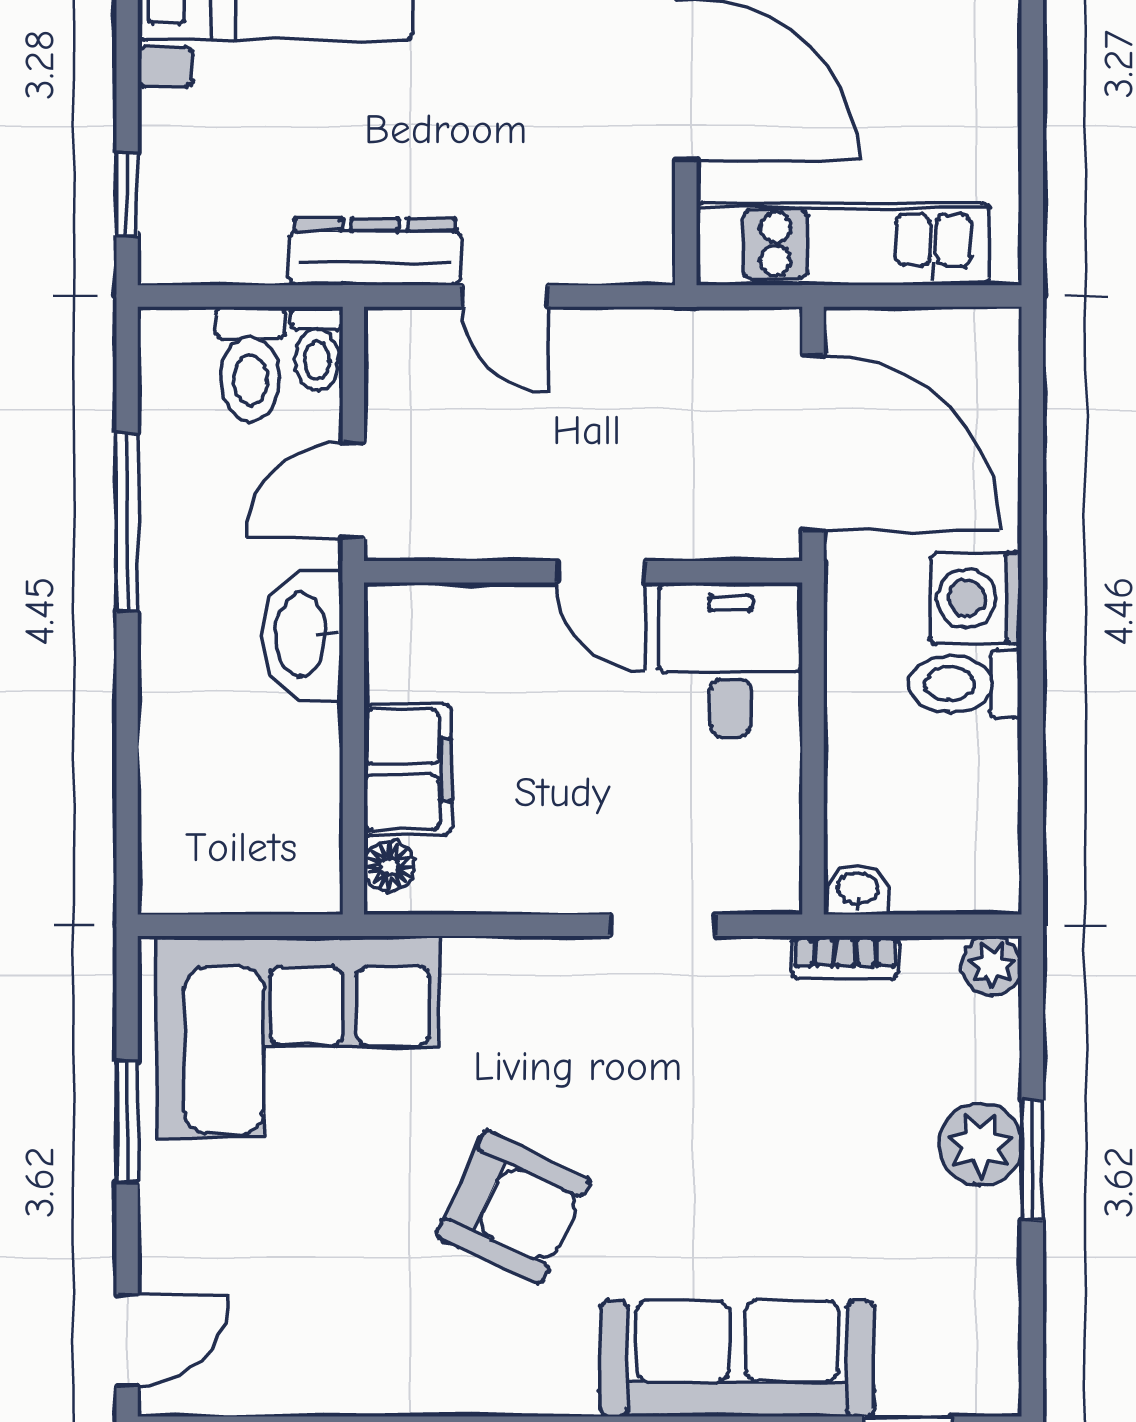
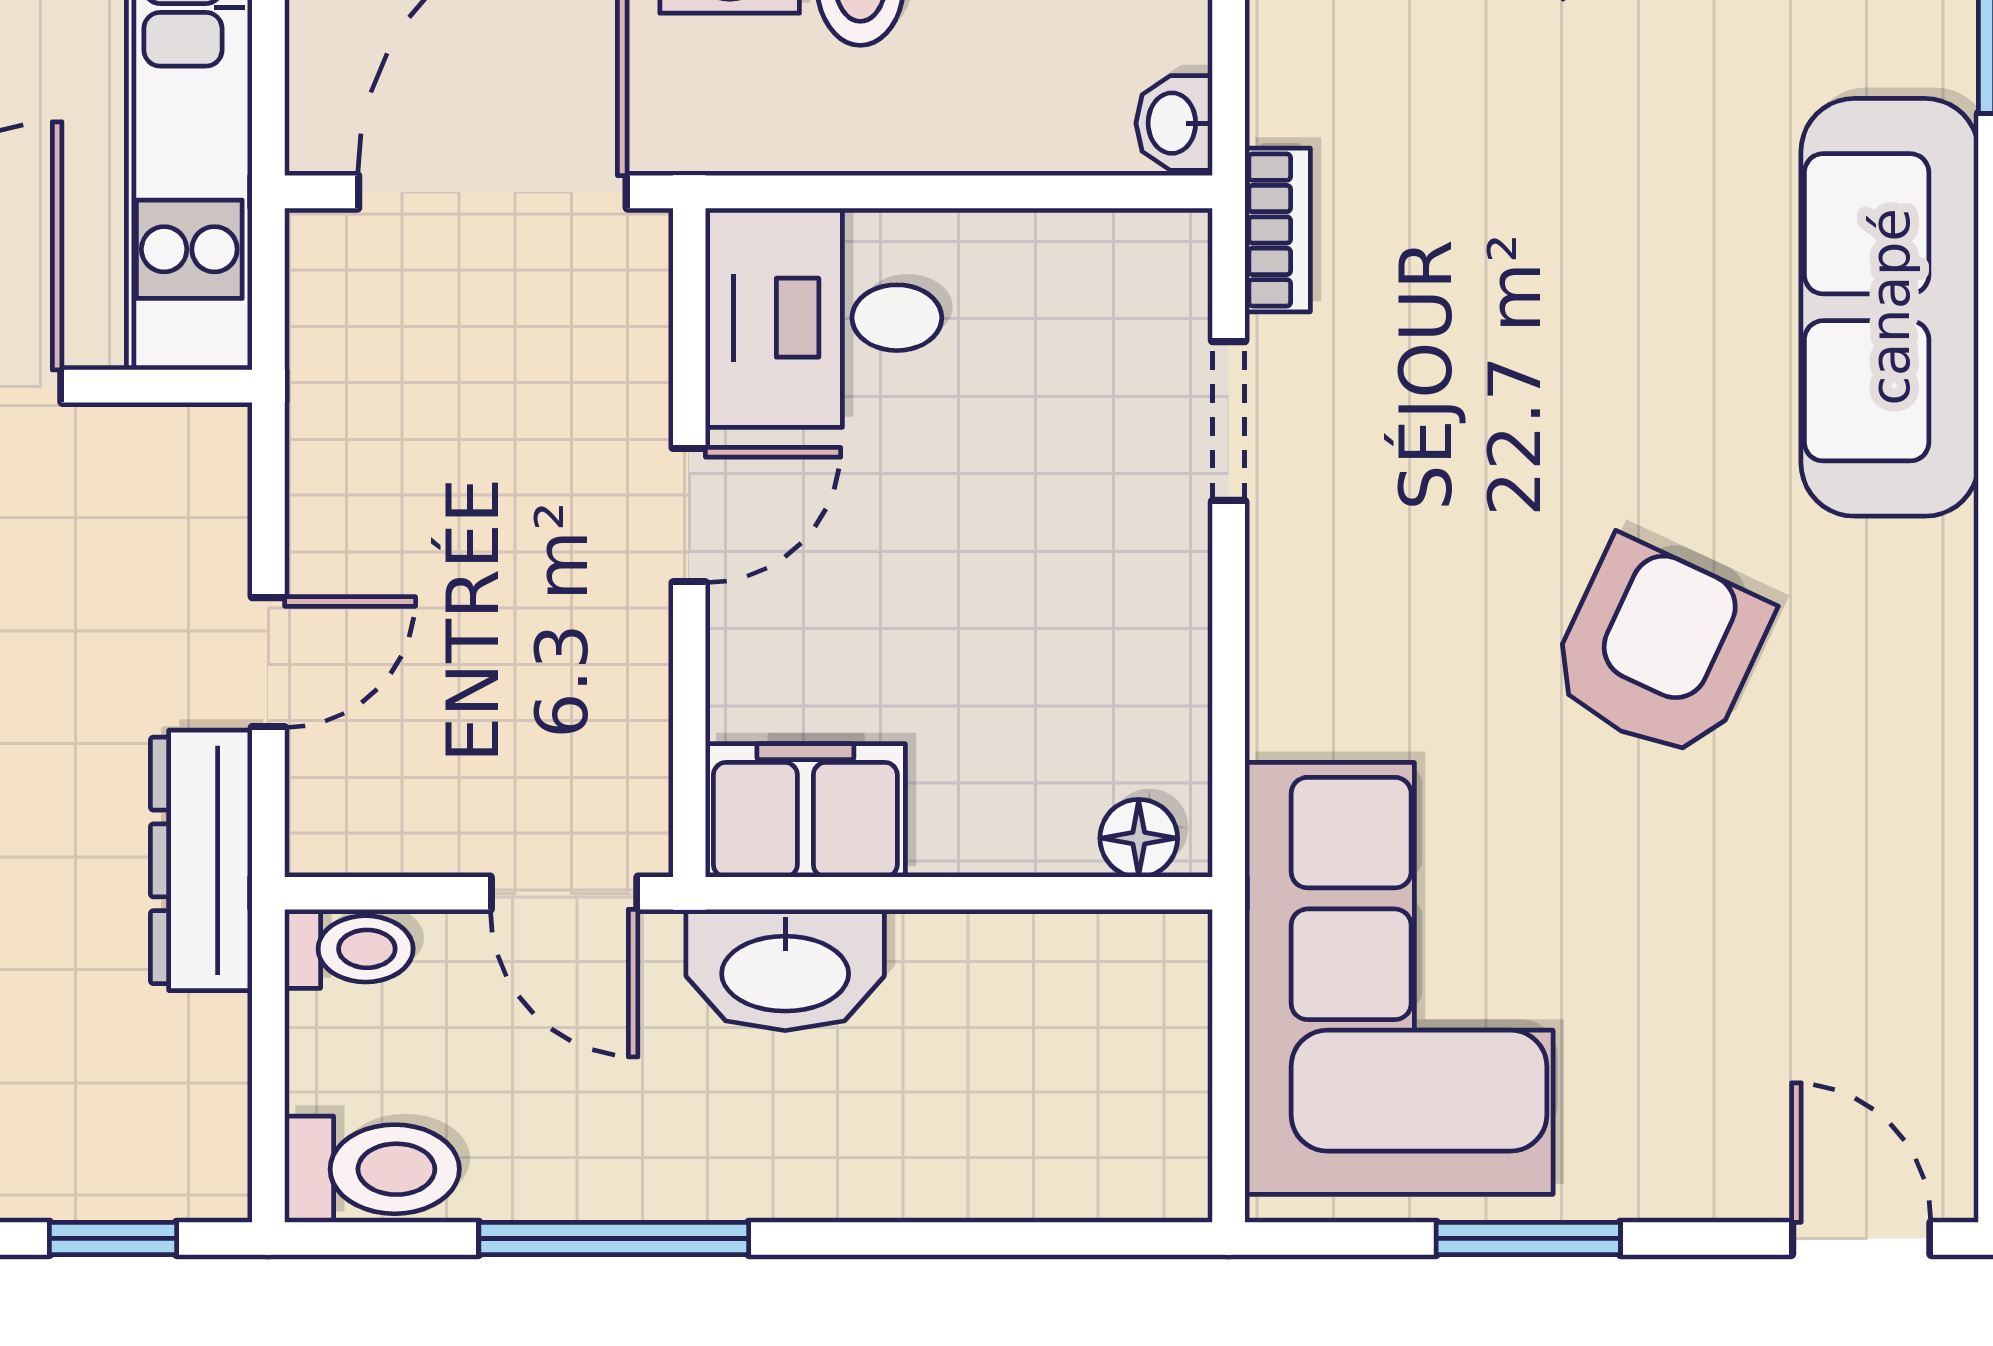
toilet: (251, 364) -> (372, 1169), moved
filing cabinet: (408, 770) -> (805, 810), moved
bookcase: (845, 957) -> (1278, 230), moved

